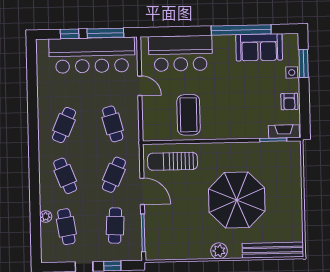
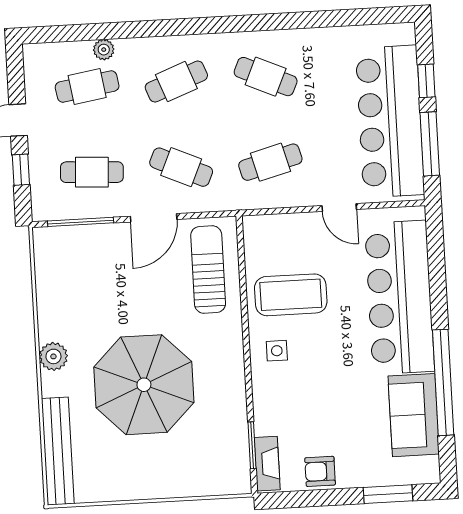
bar counter: (180, 53) -> (400, 297), width x1.36
side table: (292, 72) -> (277, 351), moved
door: (140, 86) -> (339, 207), hinge flipped

